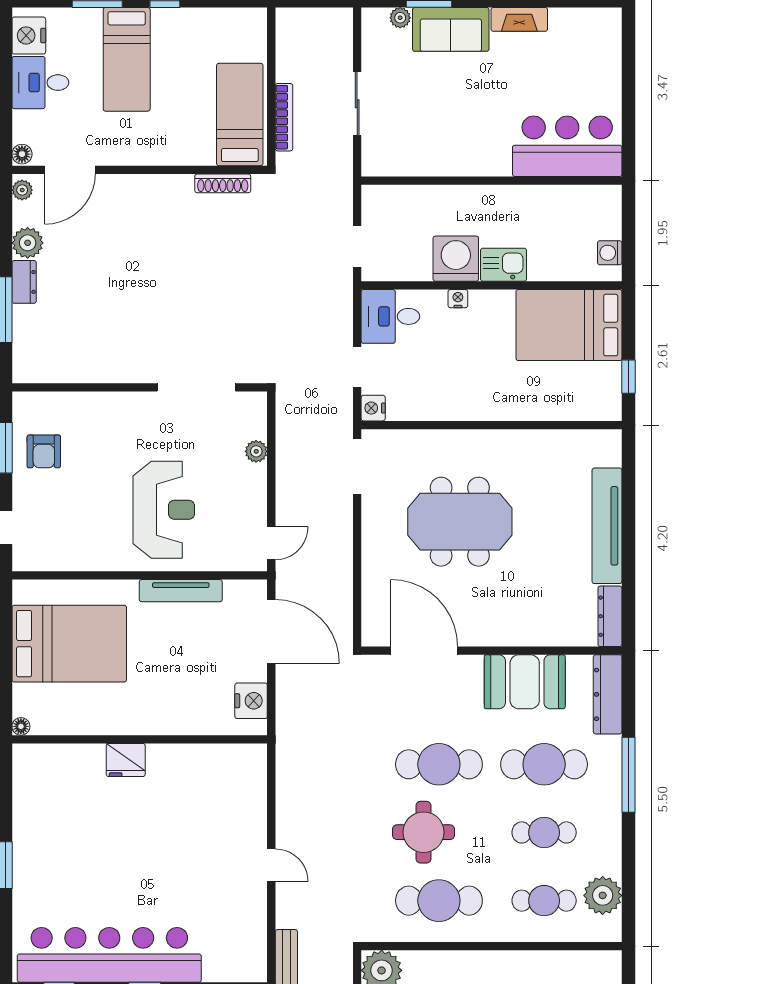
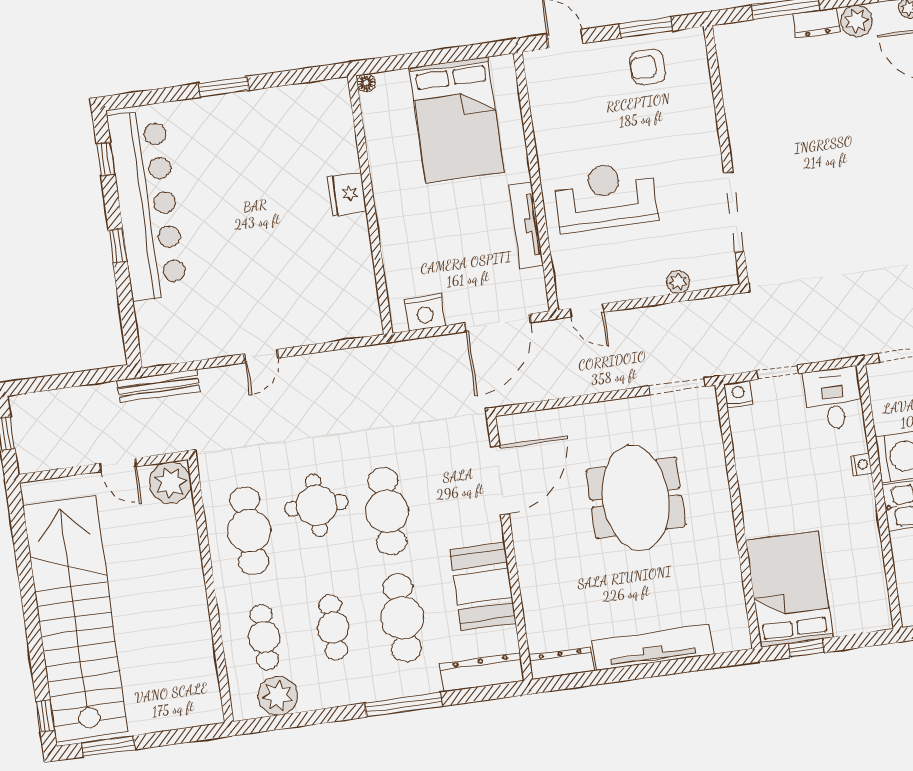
bed: (569, 325) -> (789, 589), moved
reception desk: (164, 510) -> (606, 197), turned 180

